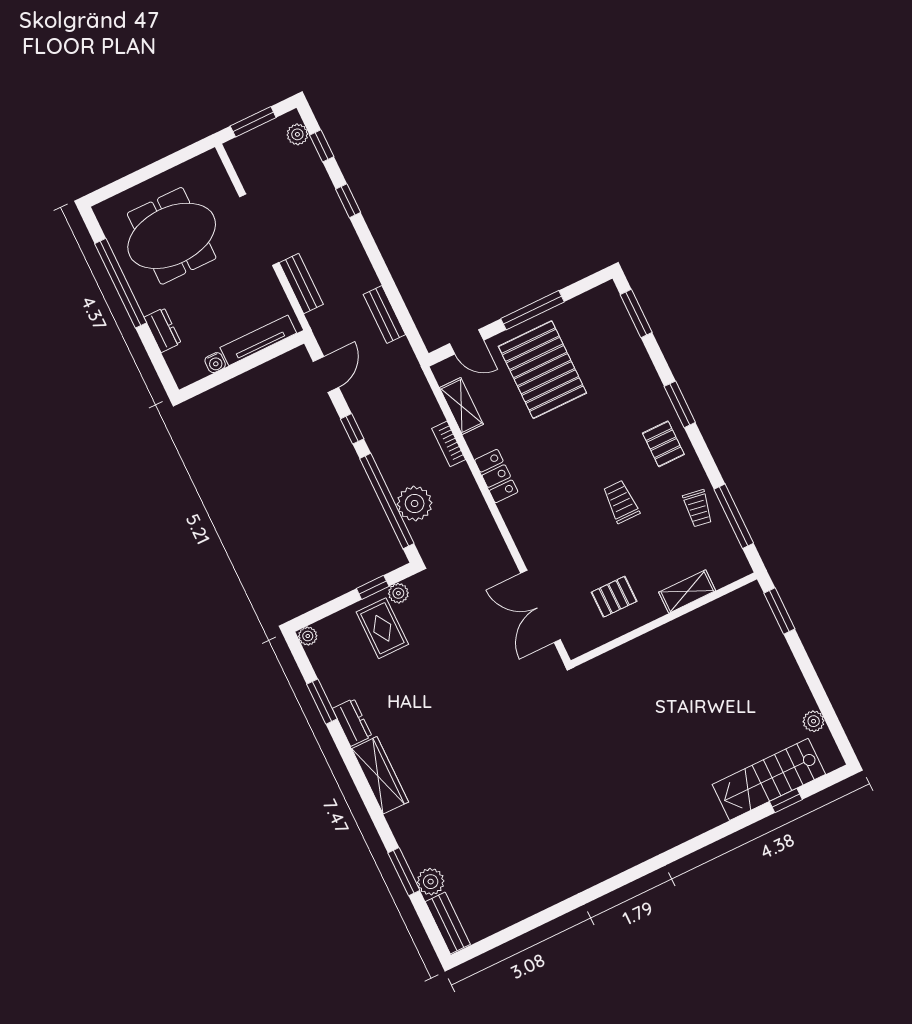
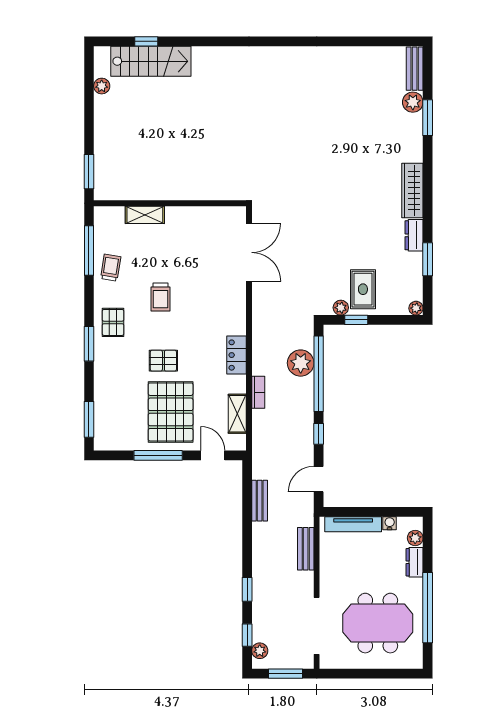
doorway: (259, 230) -> (317, 626), moved
plant: (176, 360) -> (415, 538), added
pallet: (614, 597) -> (163, 361), moved

